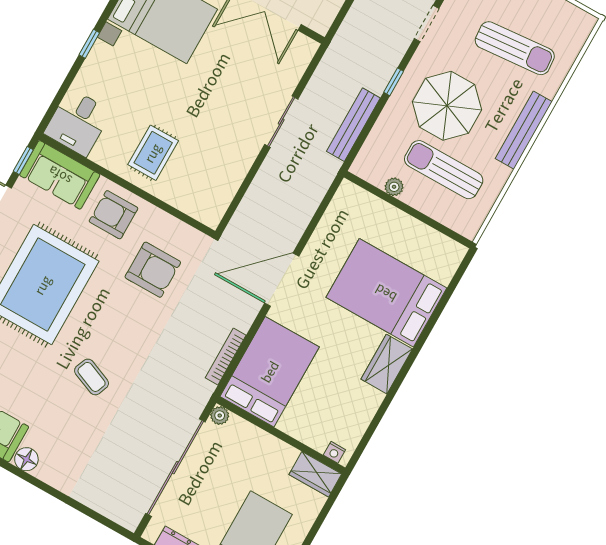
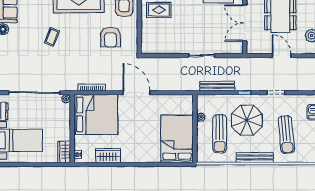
sun lounger: (444, 170) -> (220, 134), turned 180
bed: (386, 293) -> (177, 139), moved
wardrobe: (387, 364) -> (108, 156), moved
bed: (270, 372) -> (96, 114), width x1.36

